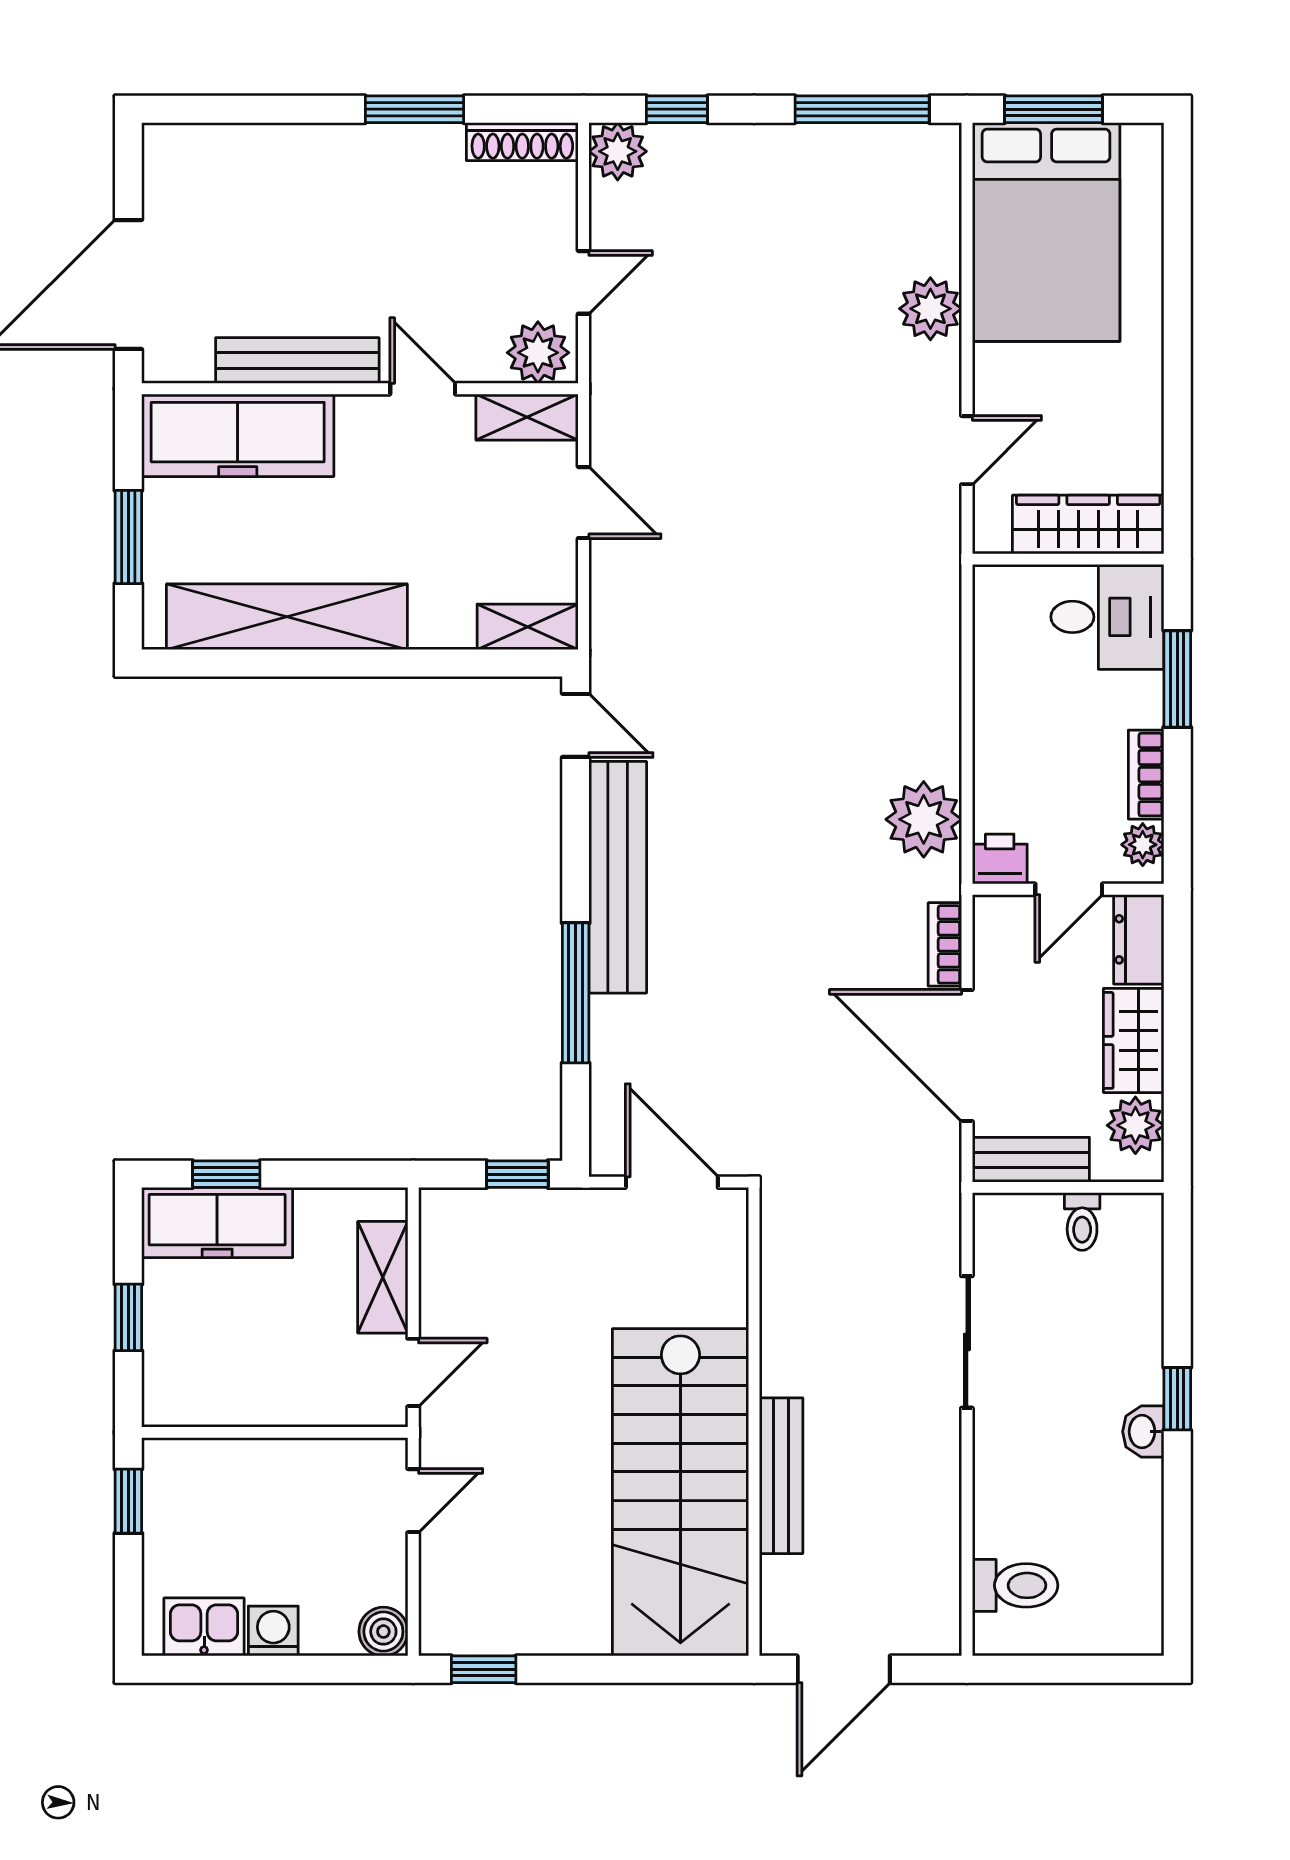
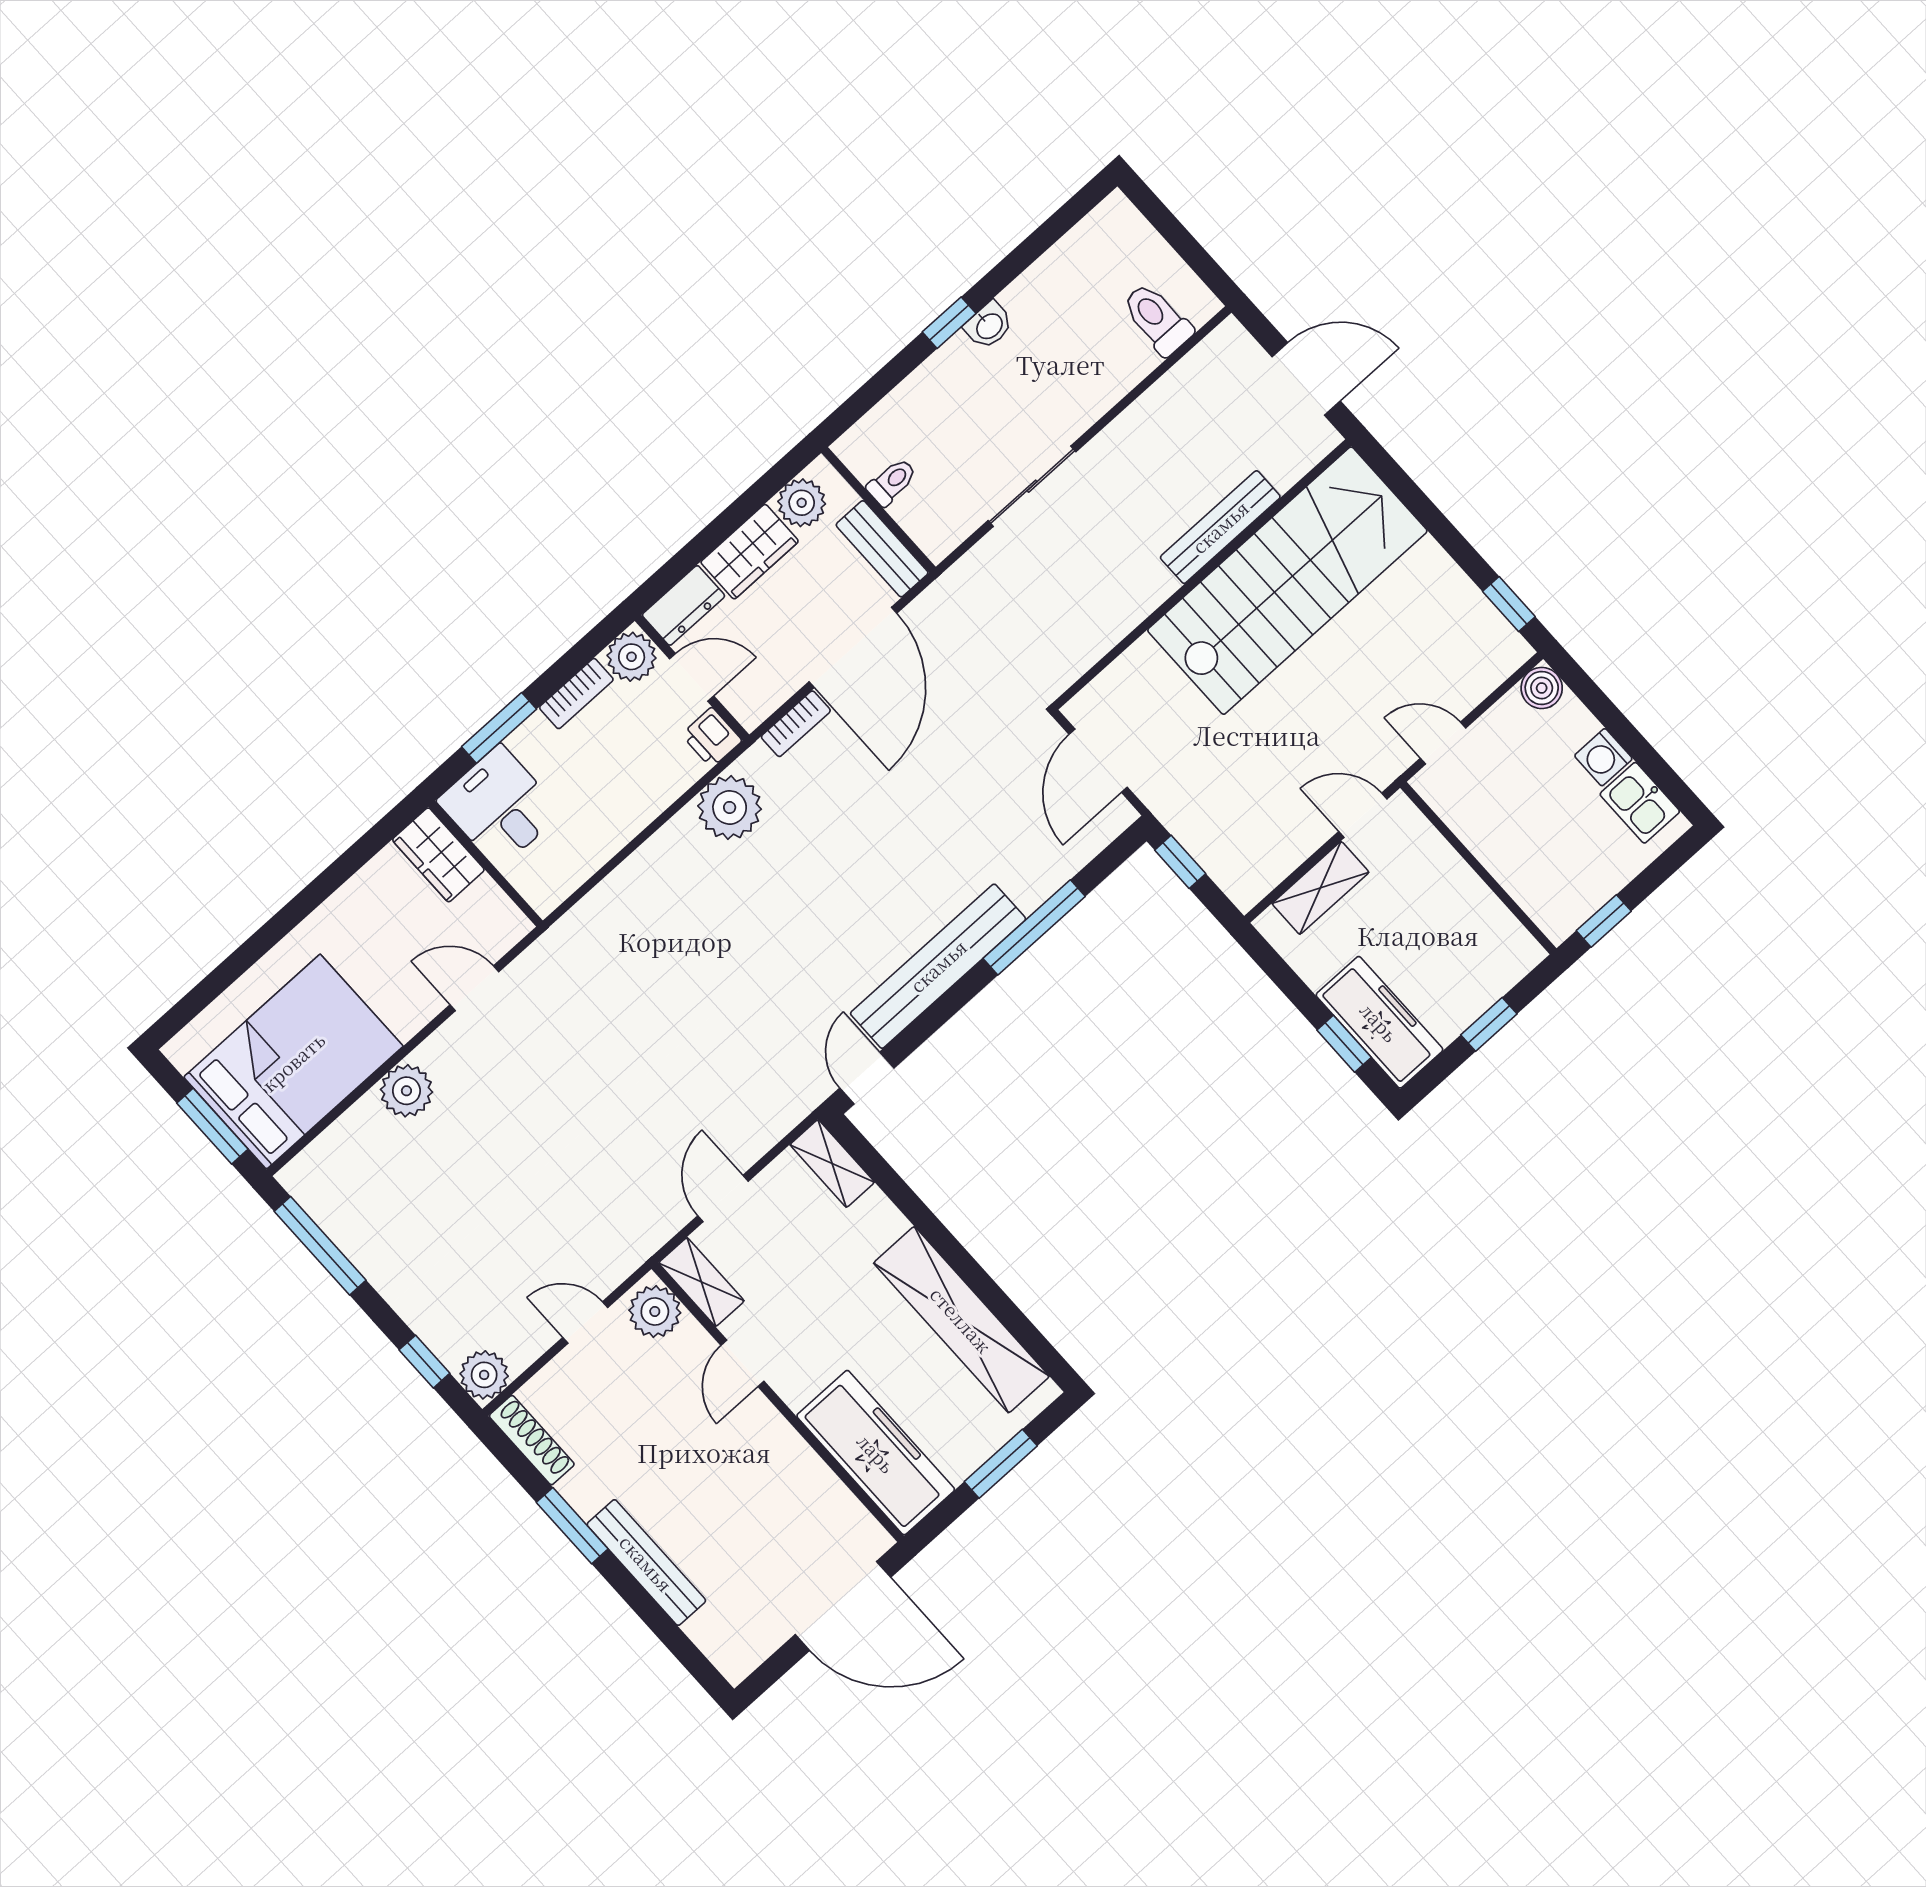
bench: (297, 361) -> (646, 1563), moved
wardrobe: (1088, 525) -> (438, 855), width x0.67
plant: (1143, 845) -> (632, 657), width x1.38, depth x1.38

